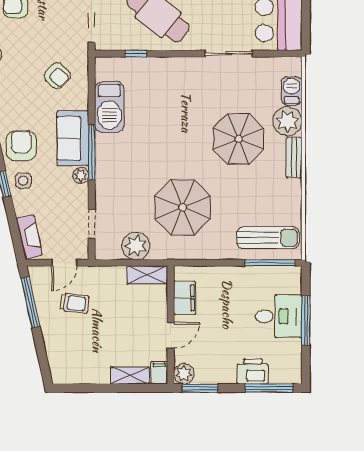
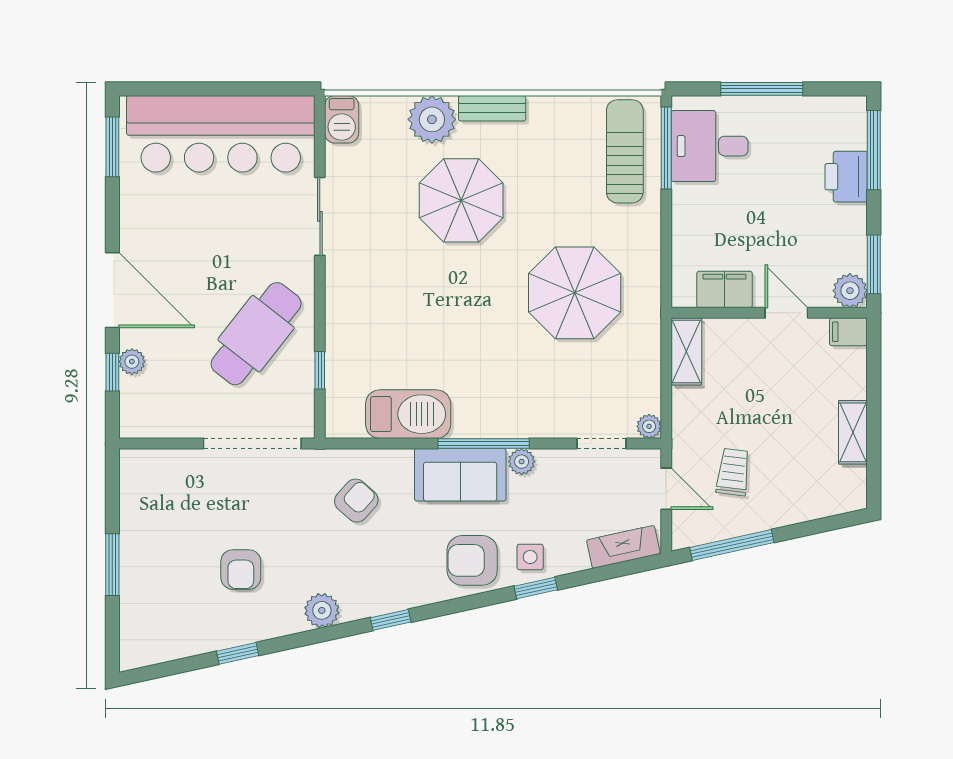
barbecue: (292, 91) -> (342, 119), moved, turned -90
plant: (136, 246) -> (649, 426), moved, width x0.53, depth x0.53
desk: (279, 316) -> (709, 146), moved, turned -90
shelving: (130, 375) -> (853, 432), moved

